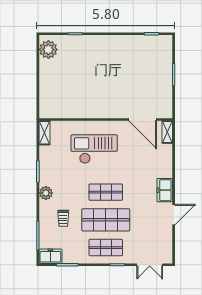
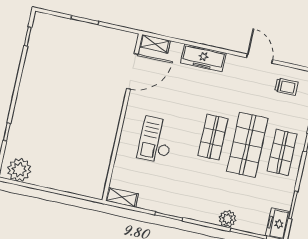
checkout: (94, 149) -> (156, 140), width x0.73, depth x0.83
freezer: (165, 190) -> (203, 58), moved, width x1.40
plant: (46, 193) -> (228, 219), moved
trolley: (63, 218) -> (286, 87), moved

